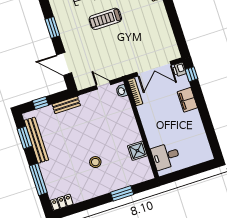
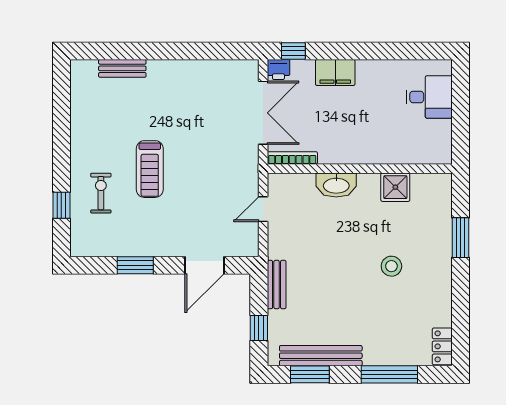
washbasin: (122, 91) -> (336, 185), moved, width x1.91, depth x1.45
desk: (166, 156) -> (429, 97), moved, turned -90

